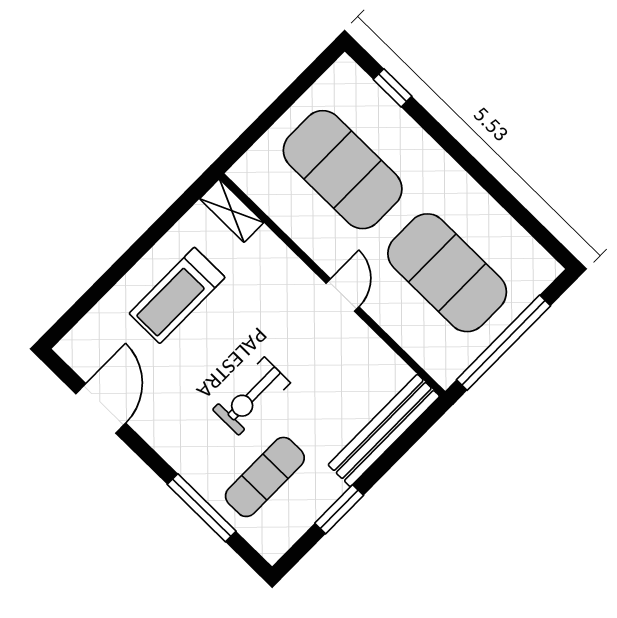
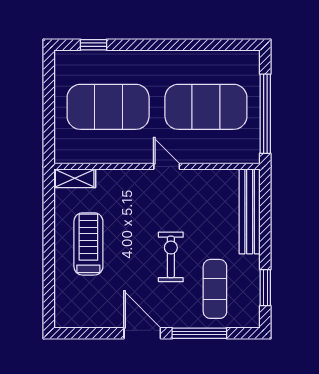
treadmill: (177, 295) -> (88, 244), turned 180
exercise bike: (251, 396) -> (171, 257), turned 180
door: (101, 408) -> (142, 333), moved
window: (339, 509) -> (265, 288), moved

